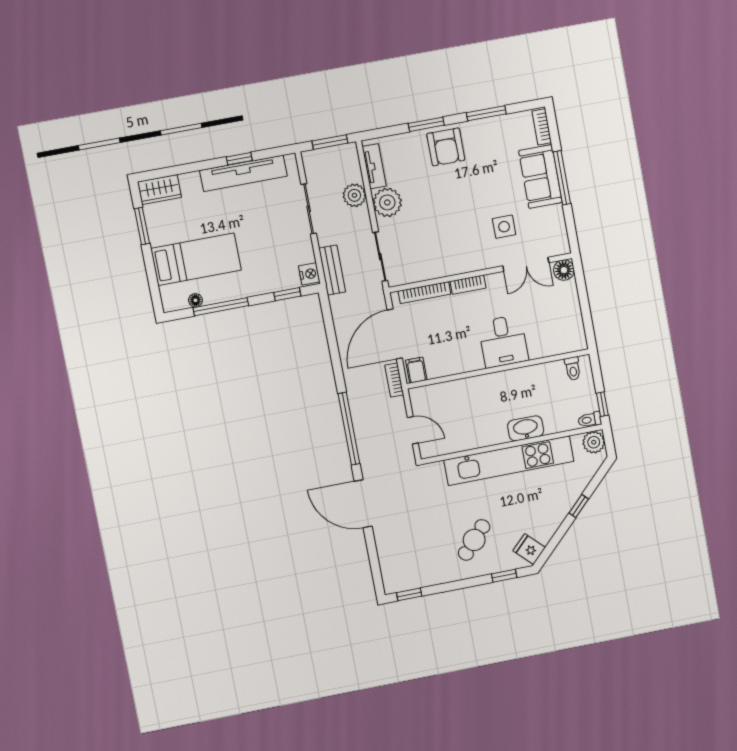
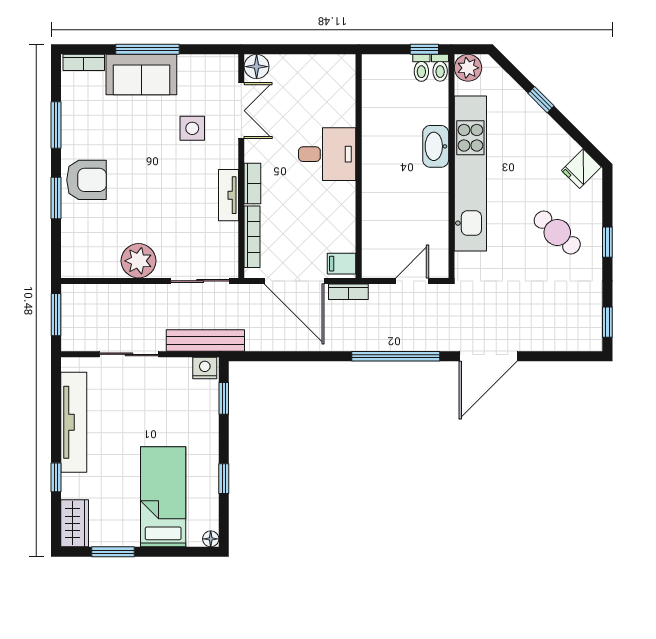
window: (239, 159) -> (56, 477), moved
tv unit: (374, 166) -> (229, 195), moved, turned -90
plant: (354, 195) -> (123, 298), removed
bench: (332, 270) -> (205, 340), width x1.36
floor lamp: (195, 300) -> (211, 539), moved
window: (221, 307) -> (224, 479), width x0.46
toilet: (573, 369) -> (421, 68), moved, turned 90
window: (504, 576) -> (607, 242), moved

